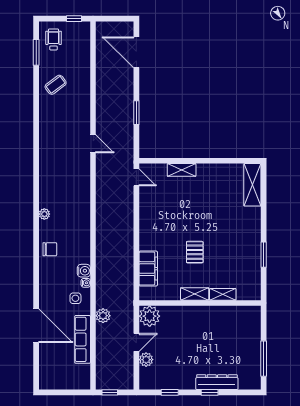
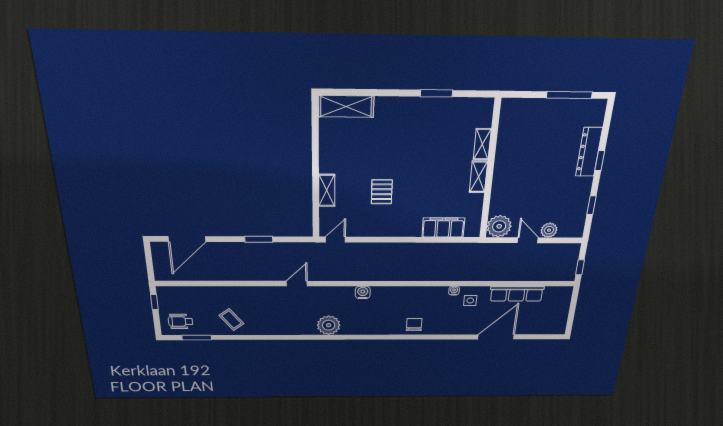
plant: (44, 214) -> (329, 325), moved, width x1.88, depth x1.88
pallet: (195, 252) -> (382, 192), moved, turned 90
water cooler: (84, 271) -> (363, 292), moved
plant: (103, 316) -> (493, 274), removed

